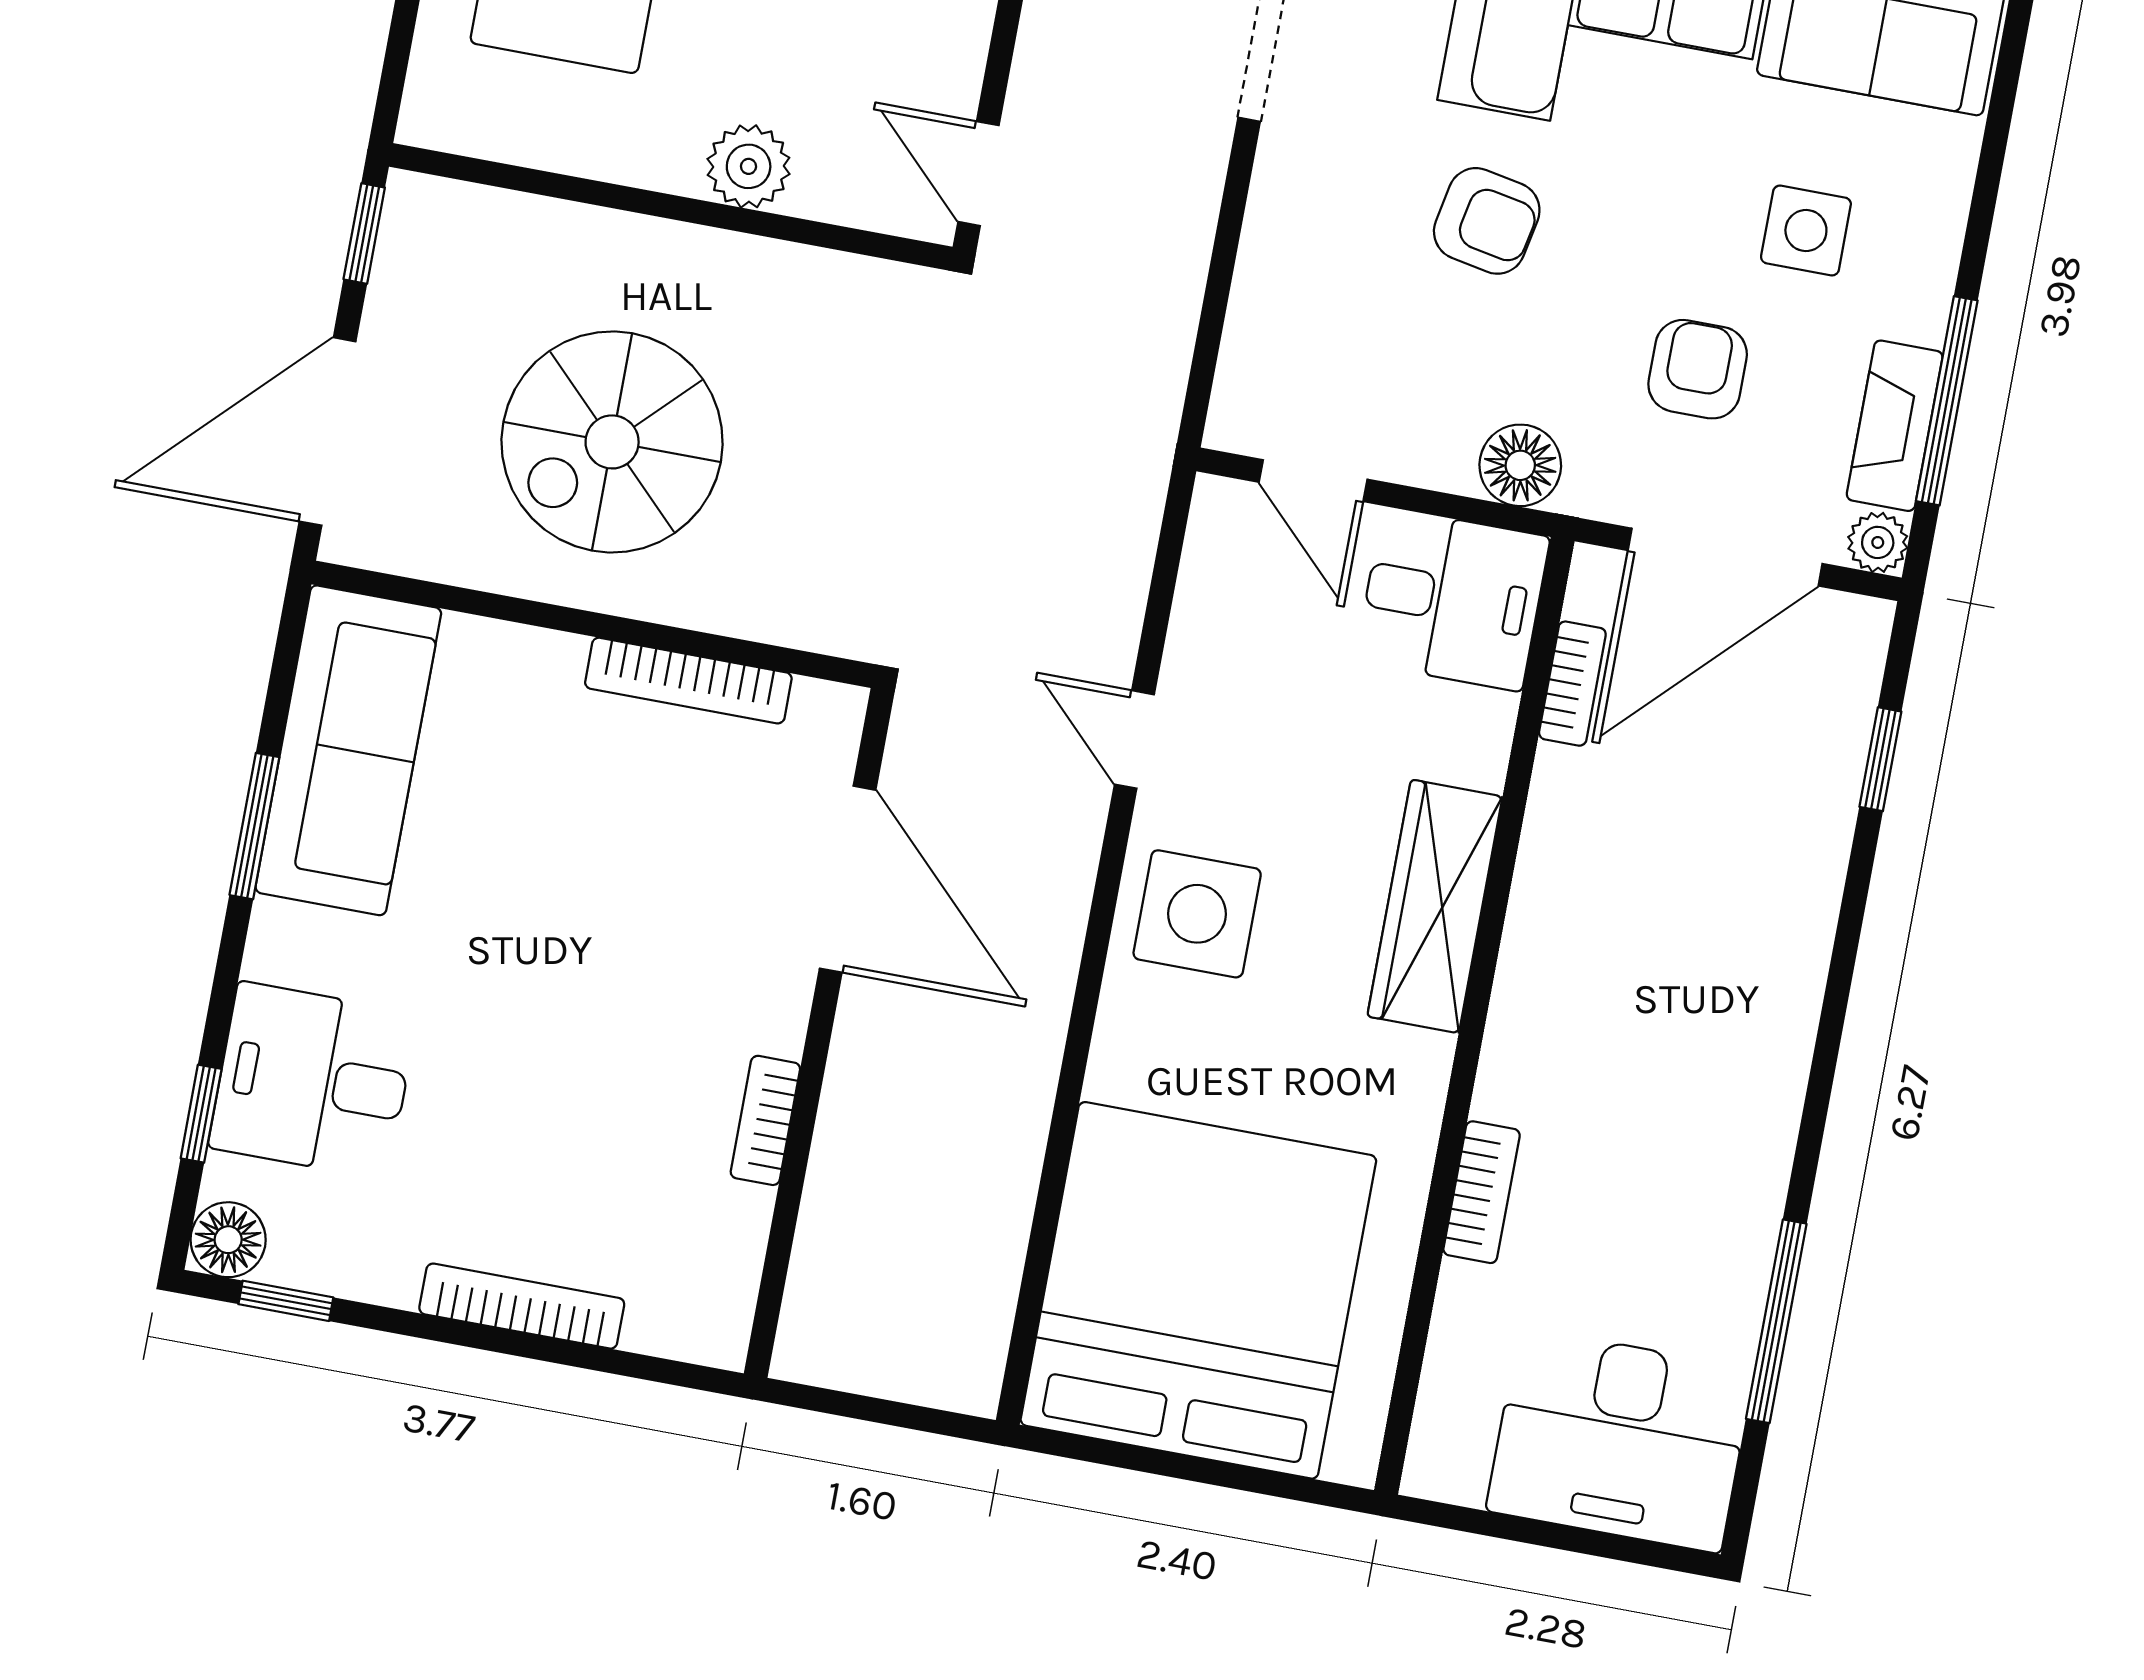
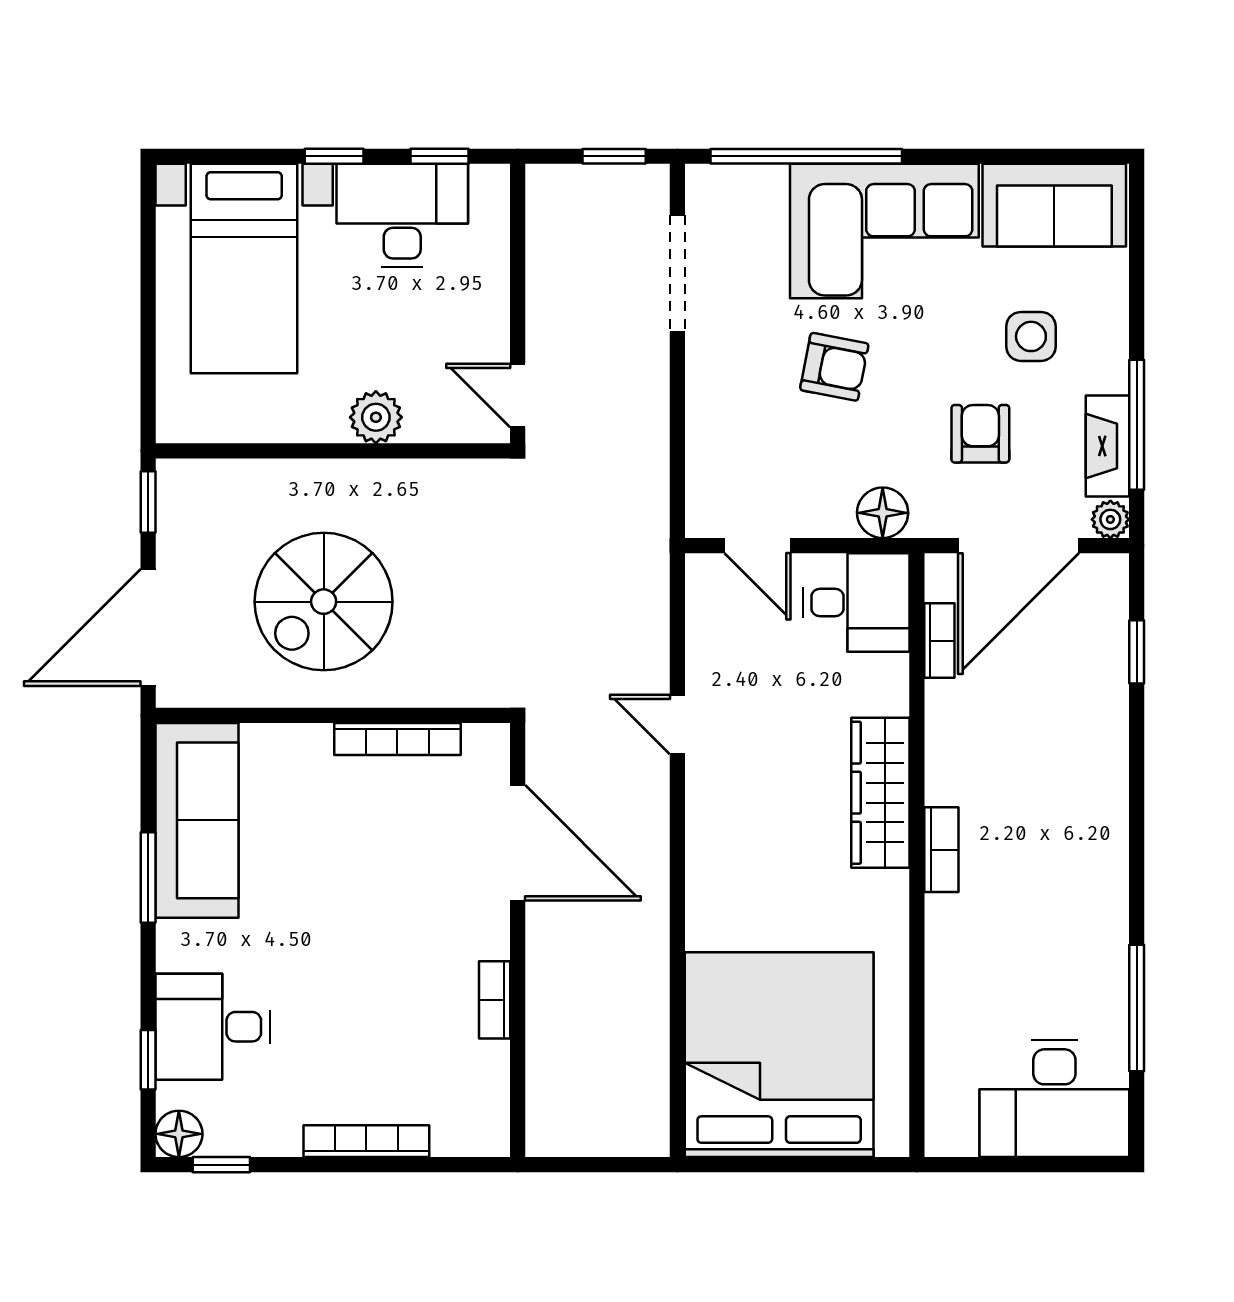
side table: (1197, 914) -> (736, 824), removed
bookcase: (1482, 1192) -> (941, 850), moved

